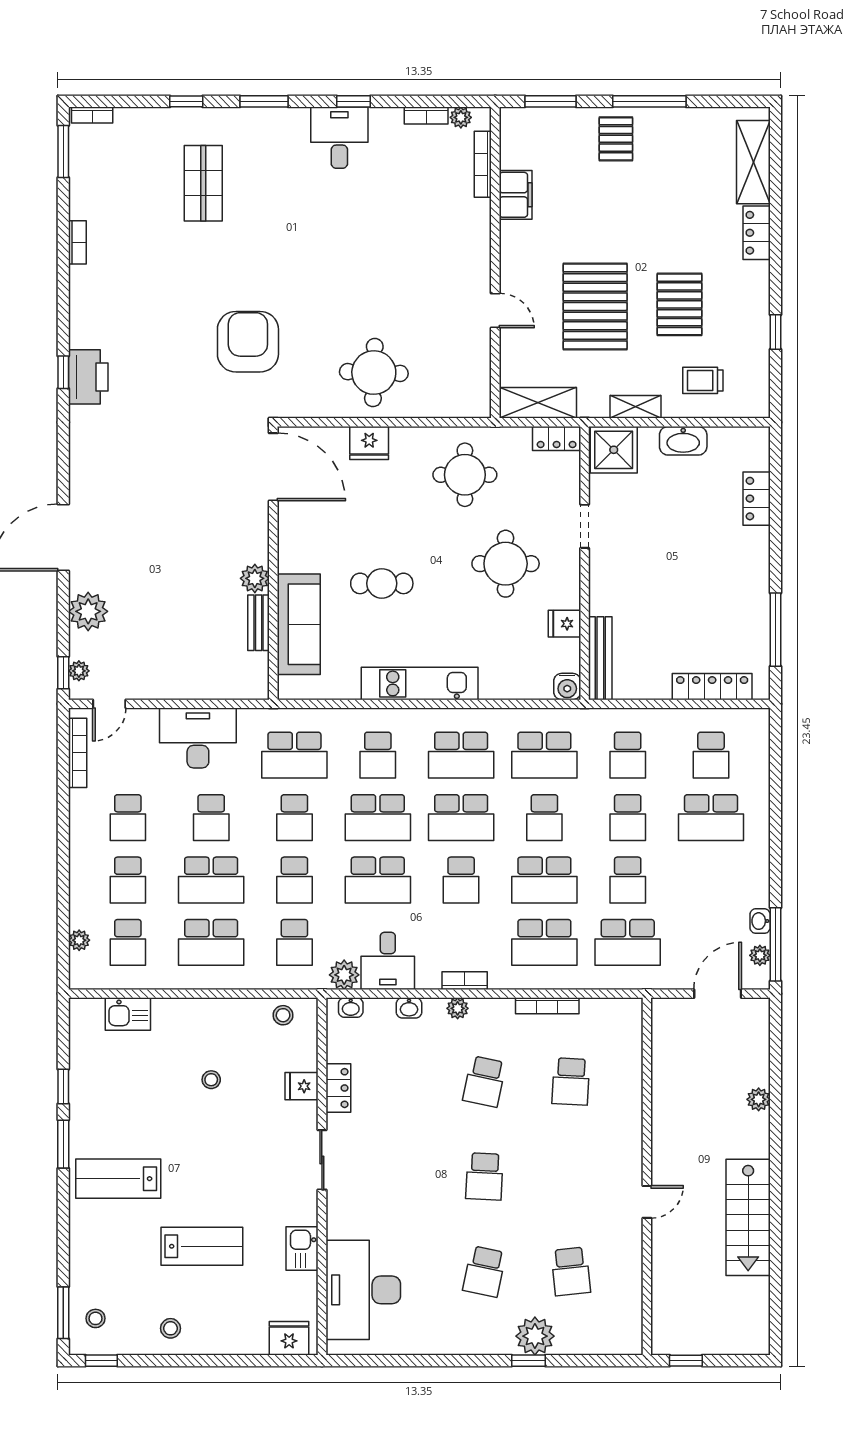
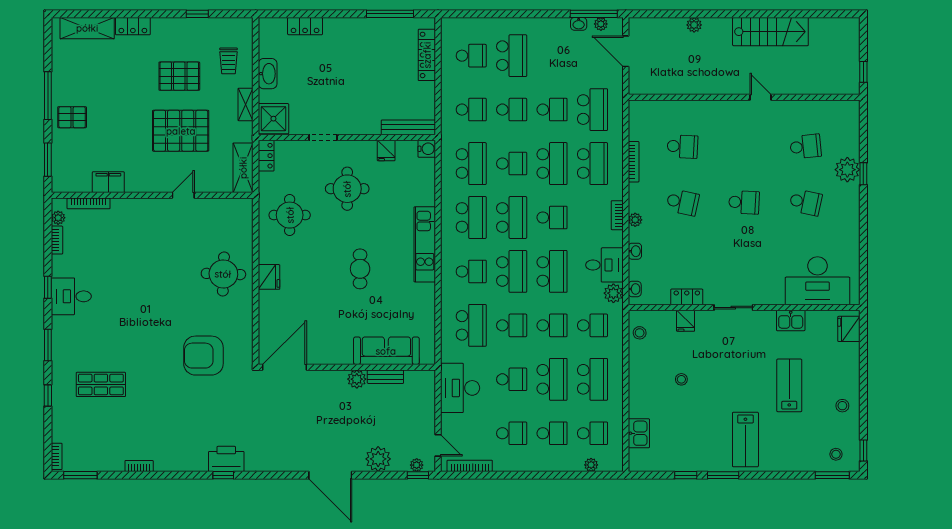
door: (273, 467) -> (285, 367), moved
wall: (273, 563) -> (347, 367), moved
plant: (255, 578) -> (357, 379), moved
bench: (259, 623) -> (385, 377), moved
sofa: (299, 624) -> (386, 351), moved

